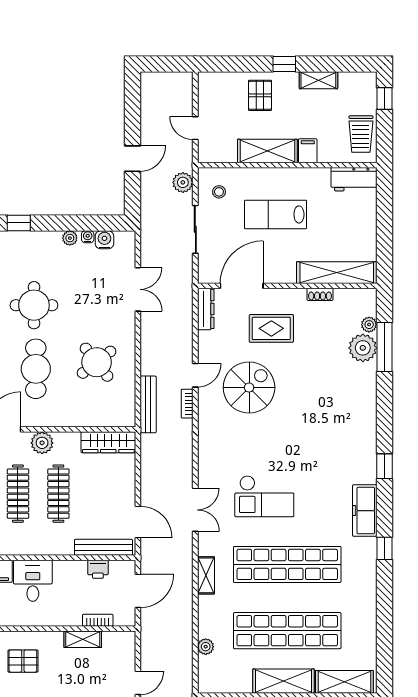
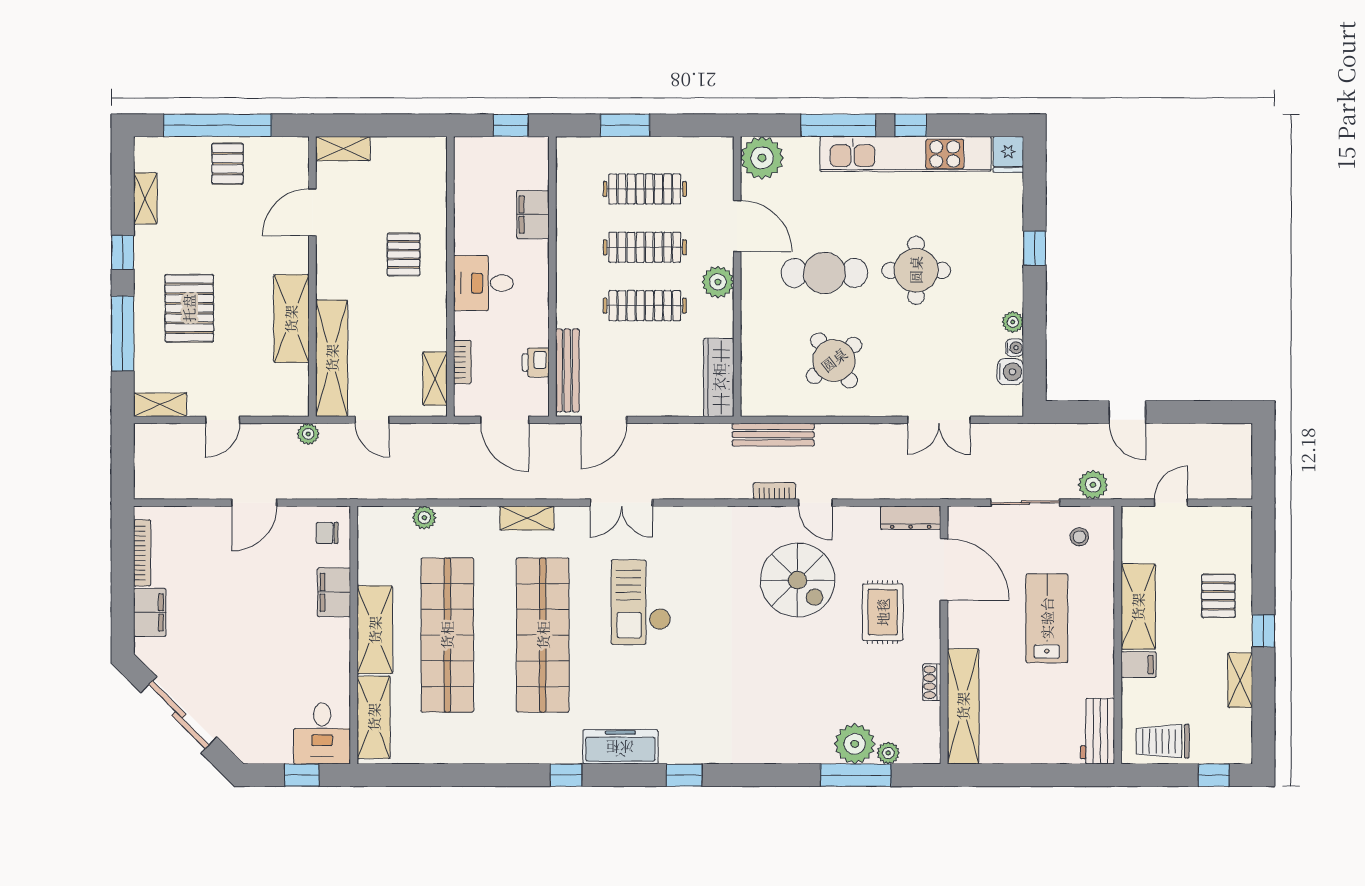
pallet: (260, 95) -> (1218, 596), turned 90
desk: (33, 581) -> (483, 283), moved, turned 180
shelving: (83, 639) -> (435, 379), moved

